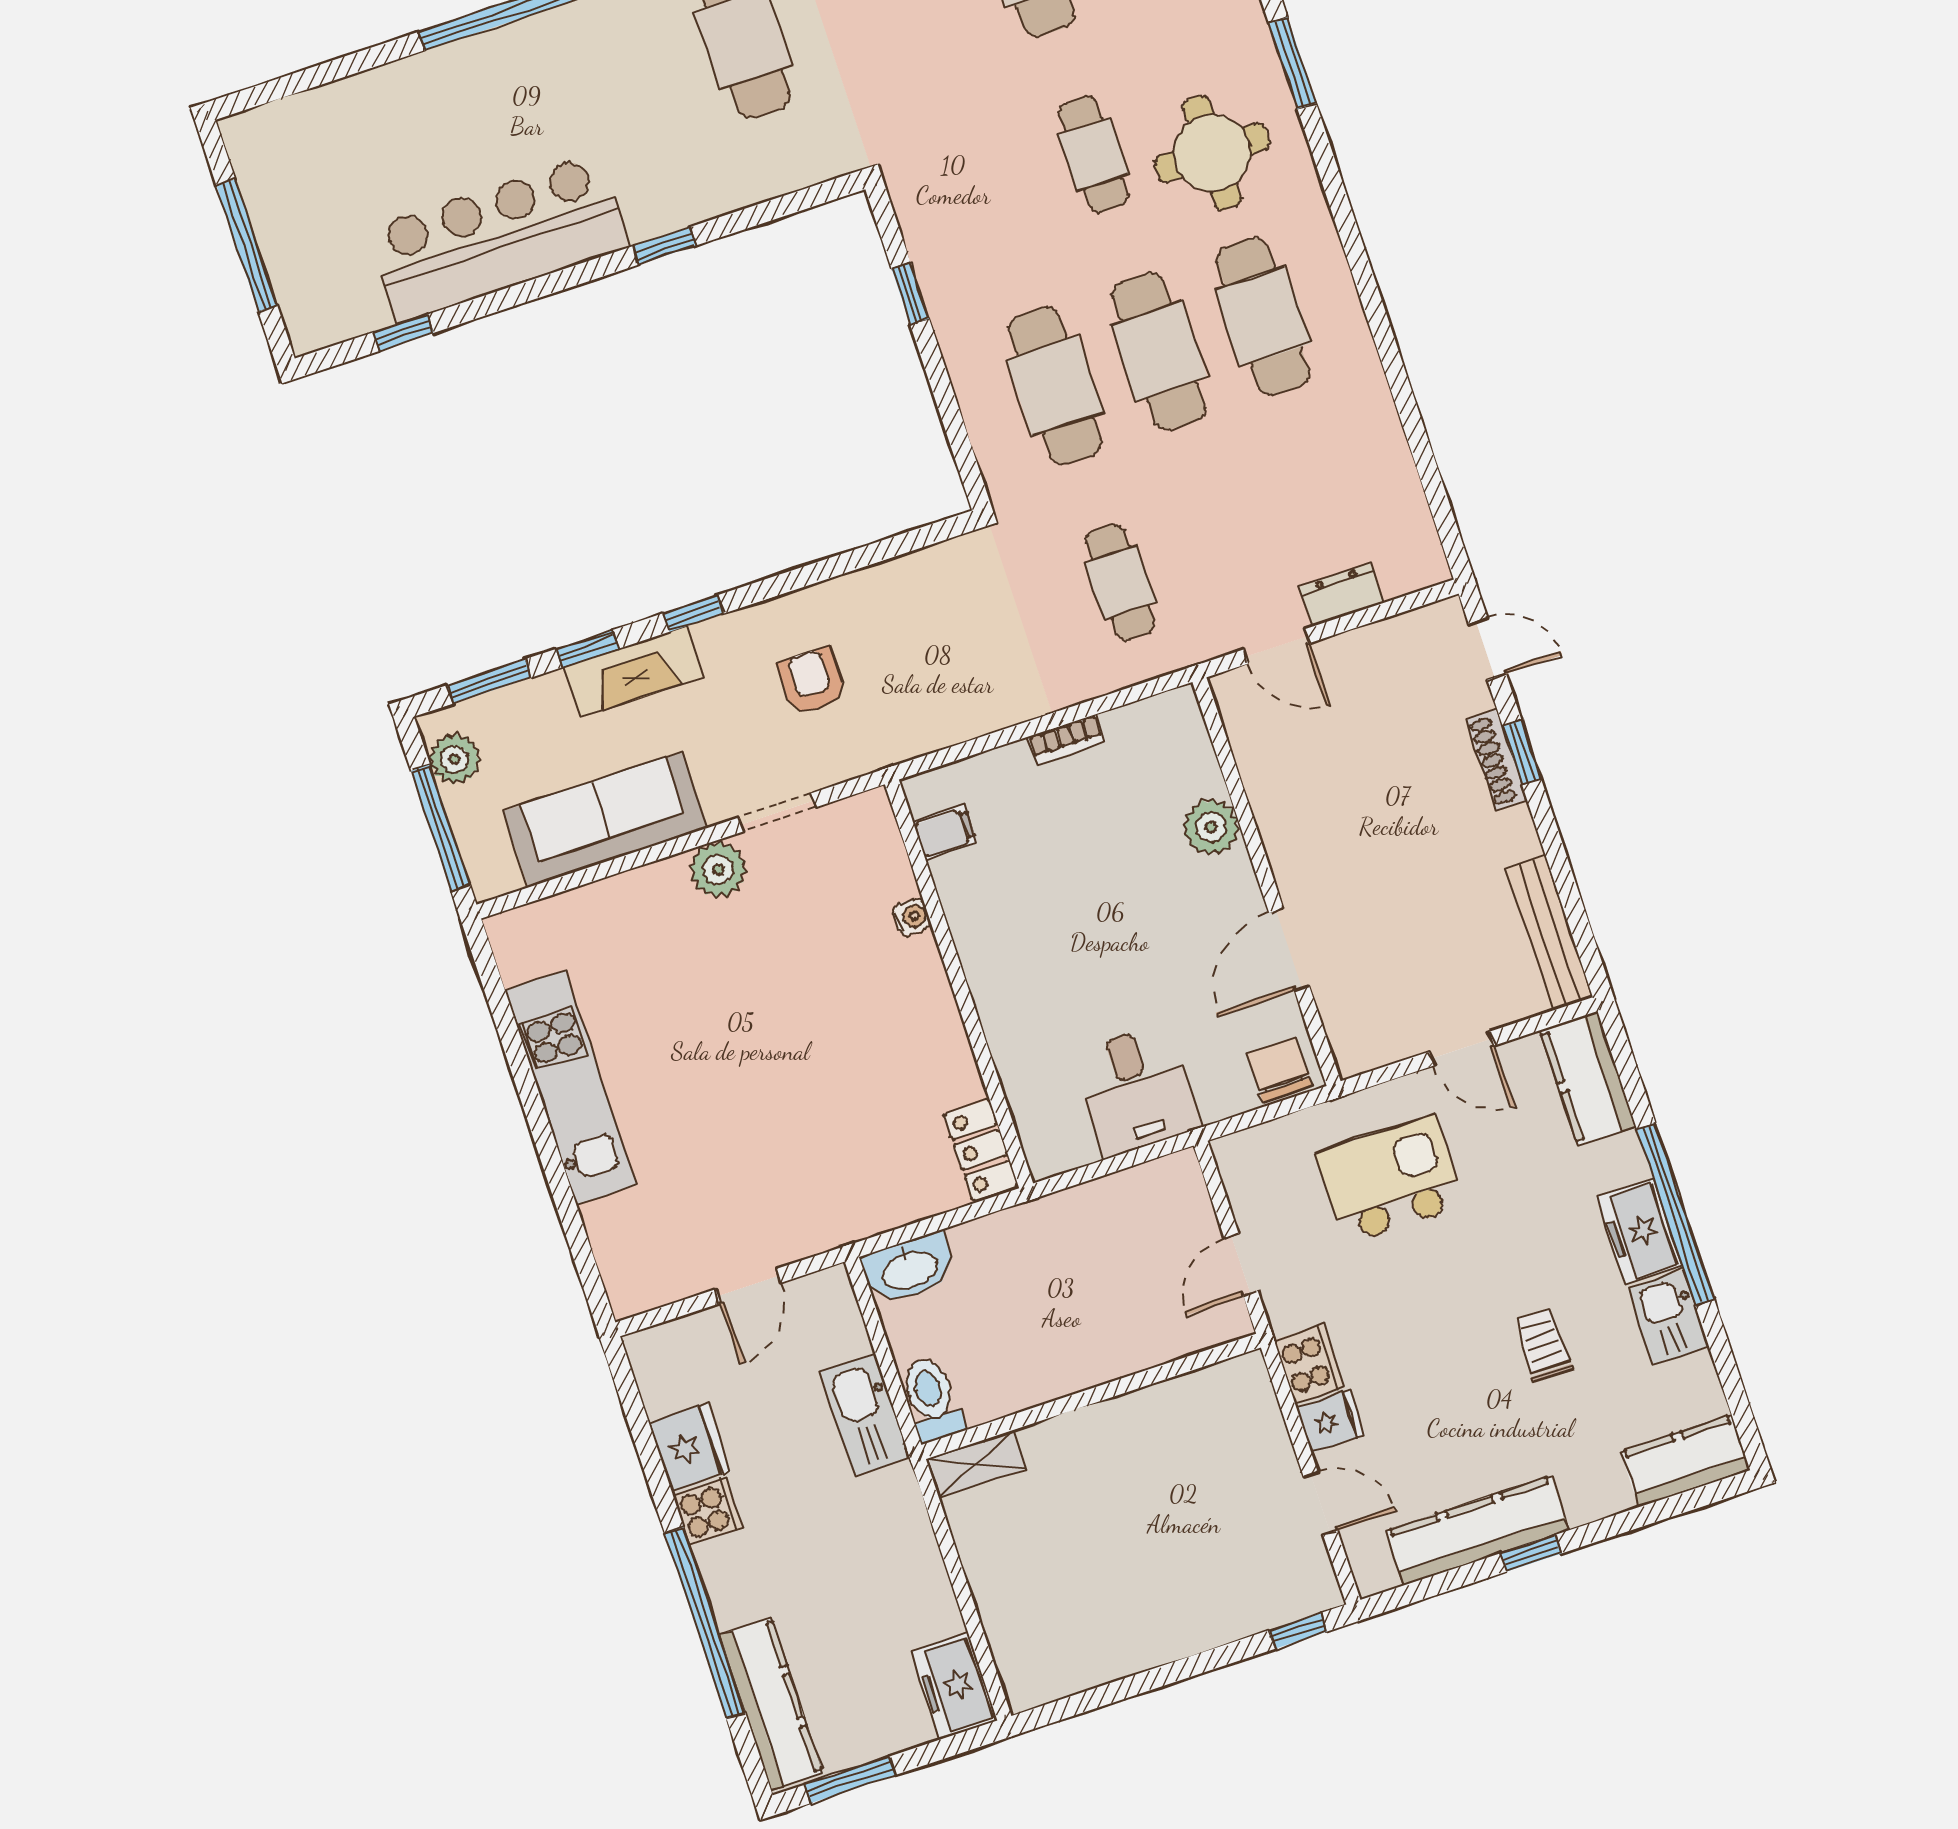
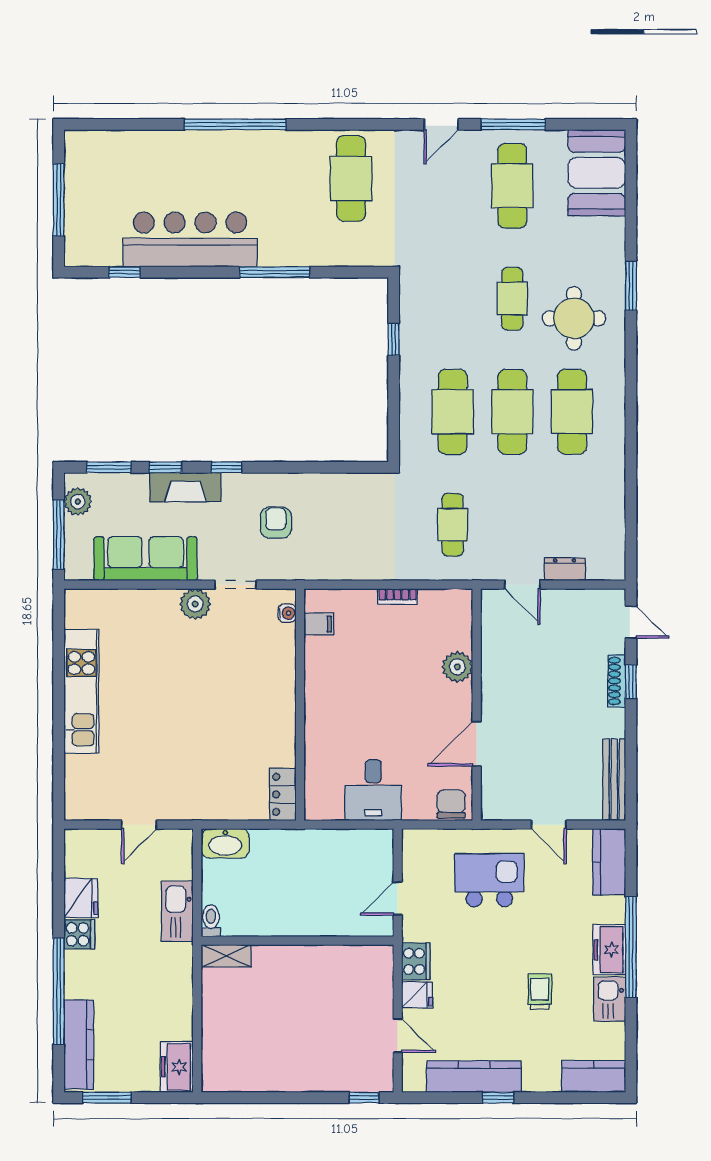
window: (664, 246) -> (275, 272), width x2.17
water cooler: (912, 917) -> (287, 613), moved
toilet: (932, 1399) -> (211, 921), width x0.73, depth x0.72

